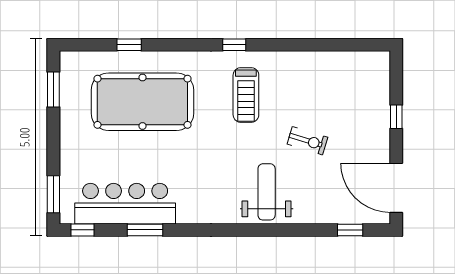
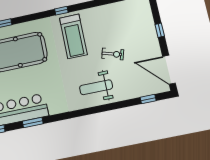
treadmill: (246, 95) -> (73, 36), width x1.37, depth x1.38
weight bench: (267, 192) -> (96, 87), turned -90

